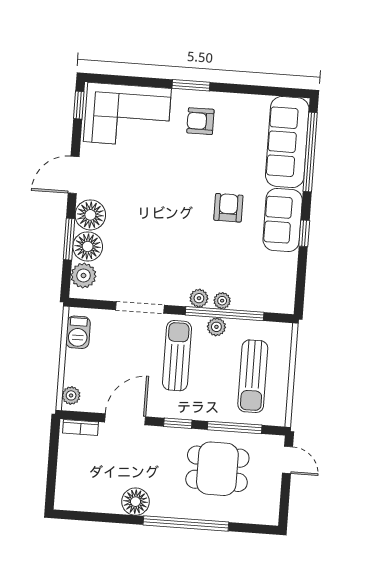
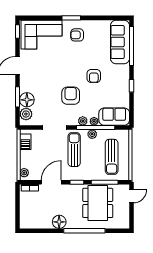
armchair: (228, 208) -> (94, 76), turned 180
floor lamp: (90, 215) -> (27, 84), removed
sofa: (283, 220) -> (114, 117), moved, turned 90
armchair: (178, 245) -> (71, 96), added
door: (288, 460) -> (131, 196), hinge flipped
dining table: (217, 469) -> (98, 203), width x1.38

